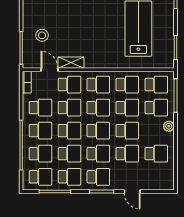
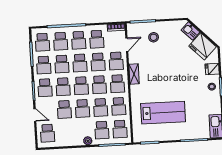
shelving: (71, 63) -> (134, 74), moved
school desk: (156, 154) -> (47, 133), moved
door: (132, 192) -> (35, 115), swing flipped

